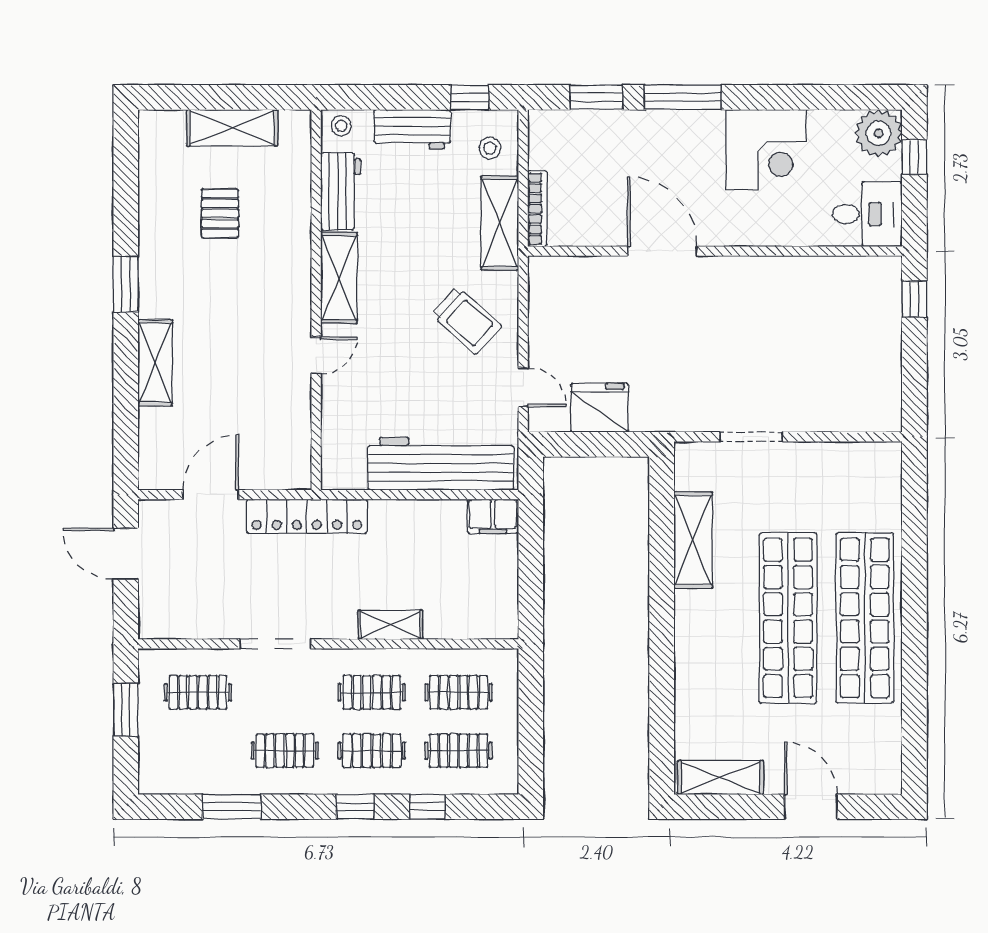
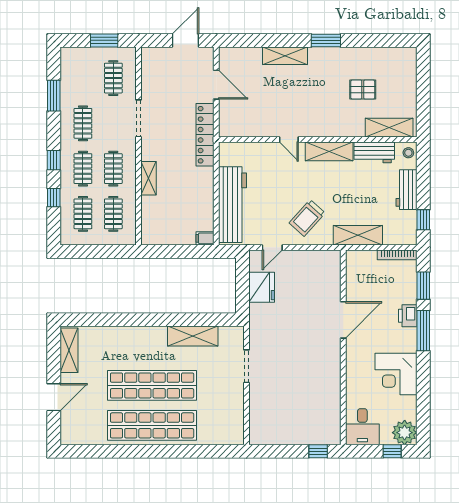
printer: (654, 127) -> (408, 316), added
shelving: (232, 128) -> (389, 128), moved, turned 90
stool: (490, 148) -> (397, 230), removed
bookcase: (537, 209) -> (397, 255), moved
filing cabinet: (493, 516) -> (205, 238), width x0.50

